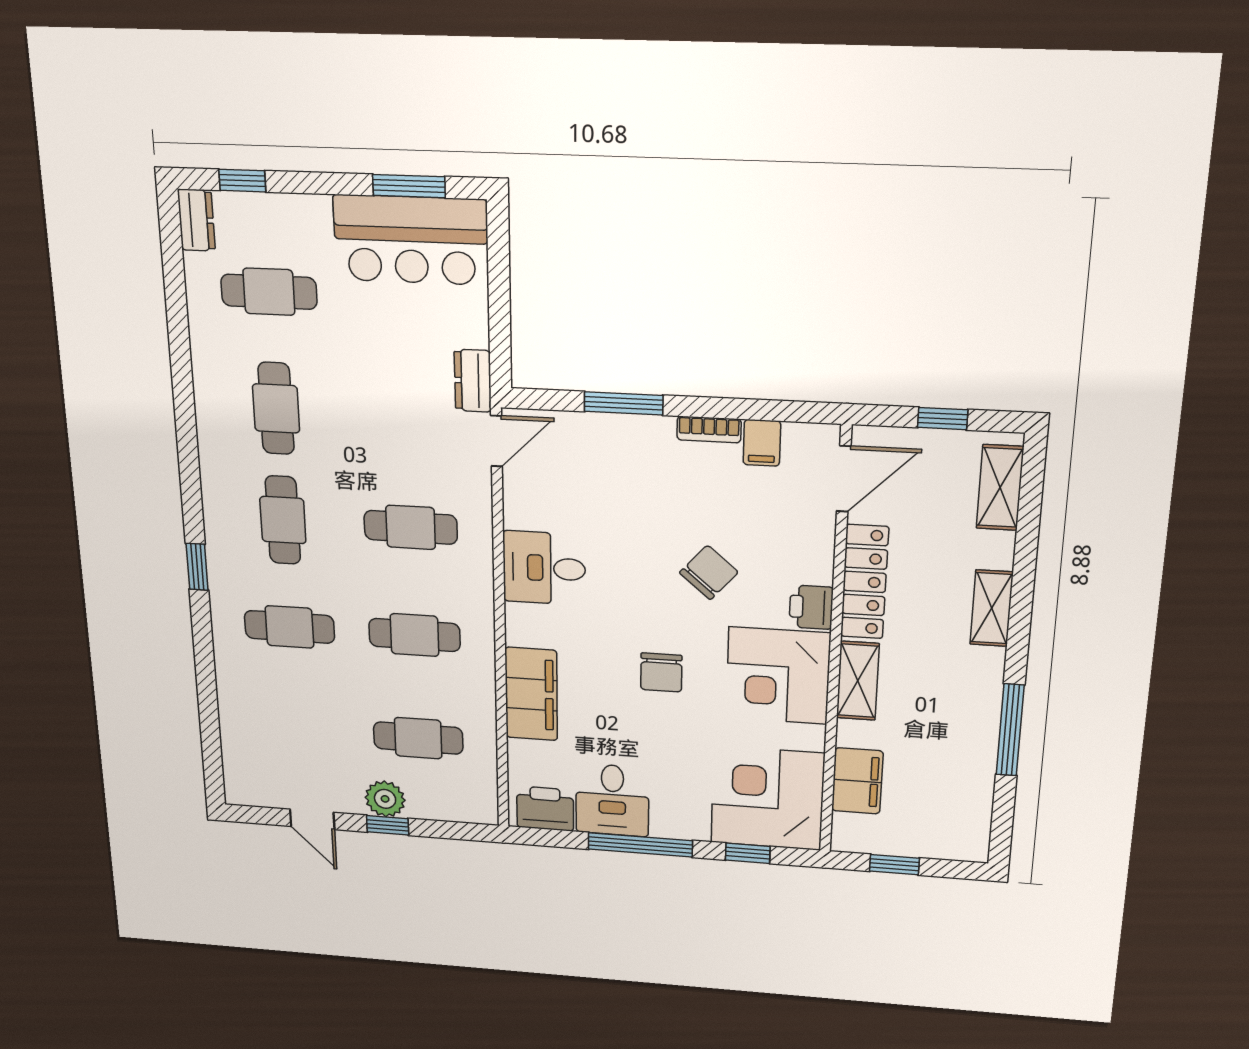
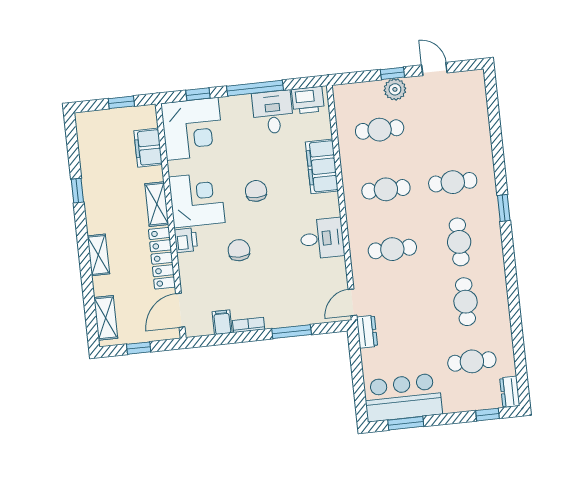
chair: (709, 572) -> (239, 250), turned 139
window: (1010, 730) -> (77, 191), width x0.46

